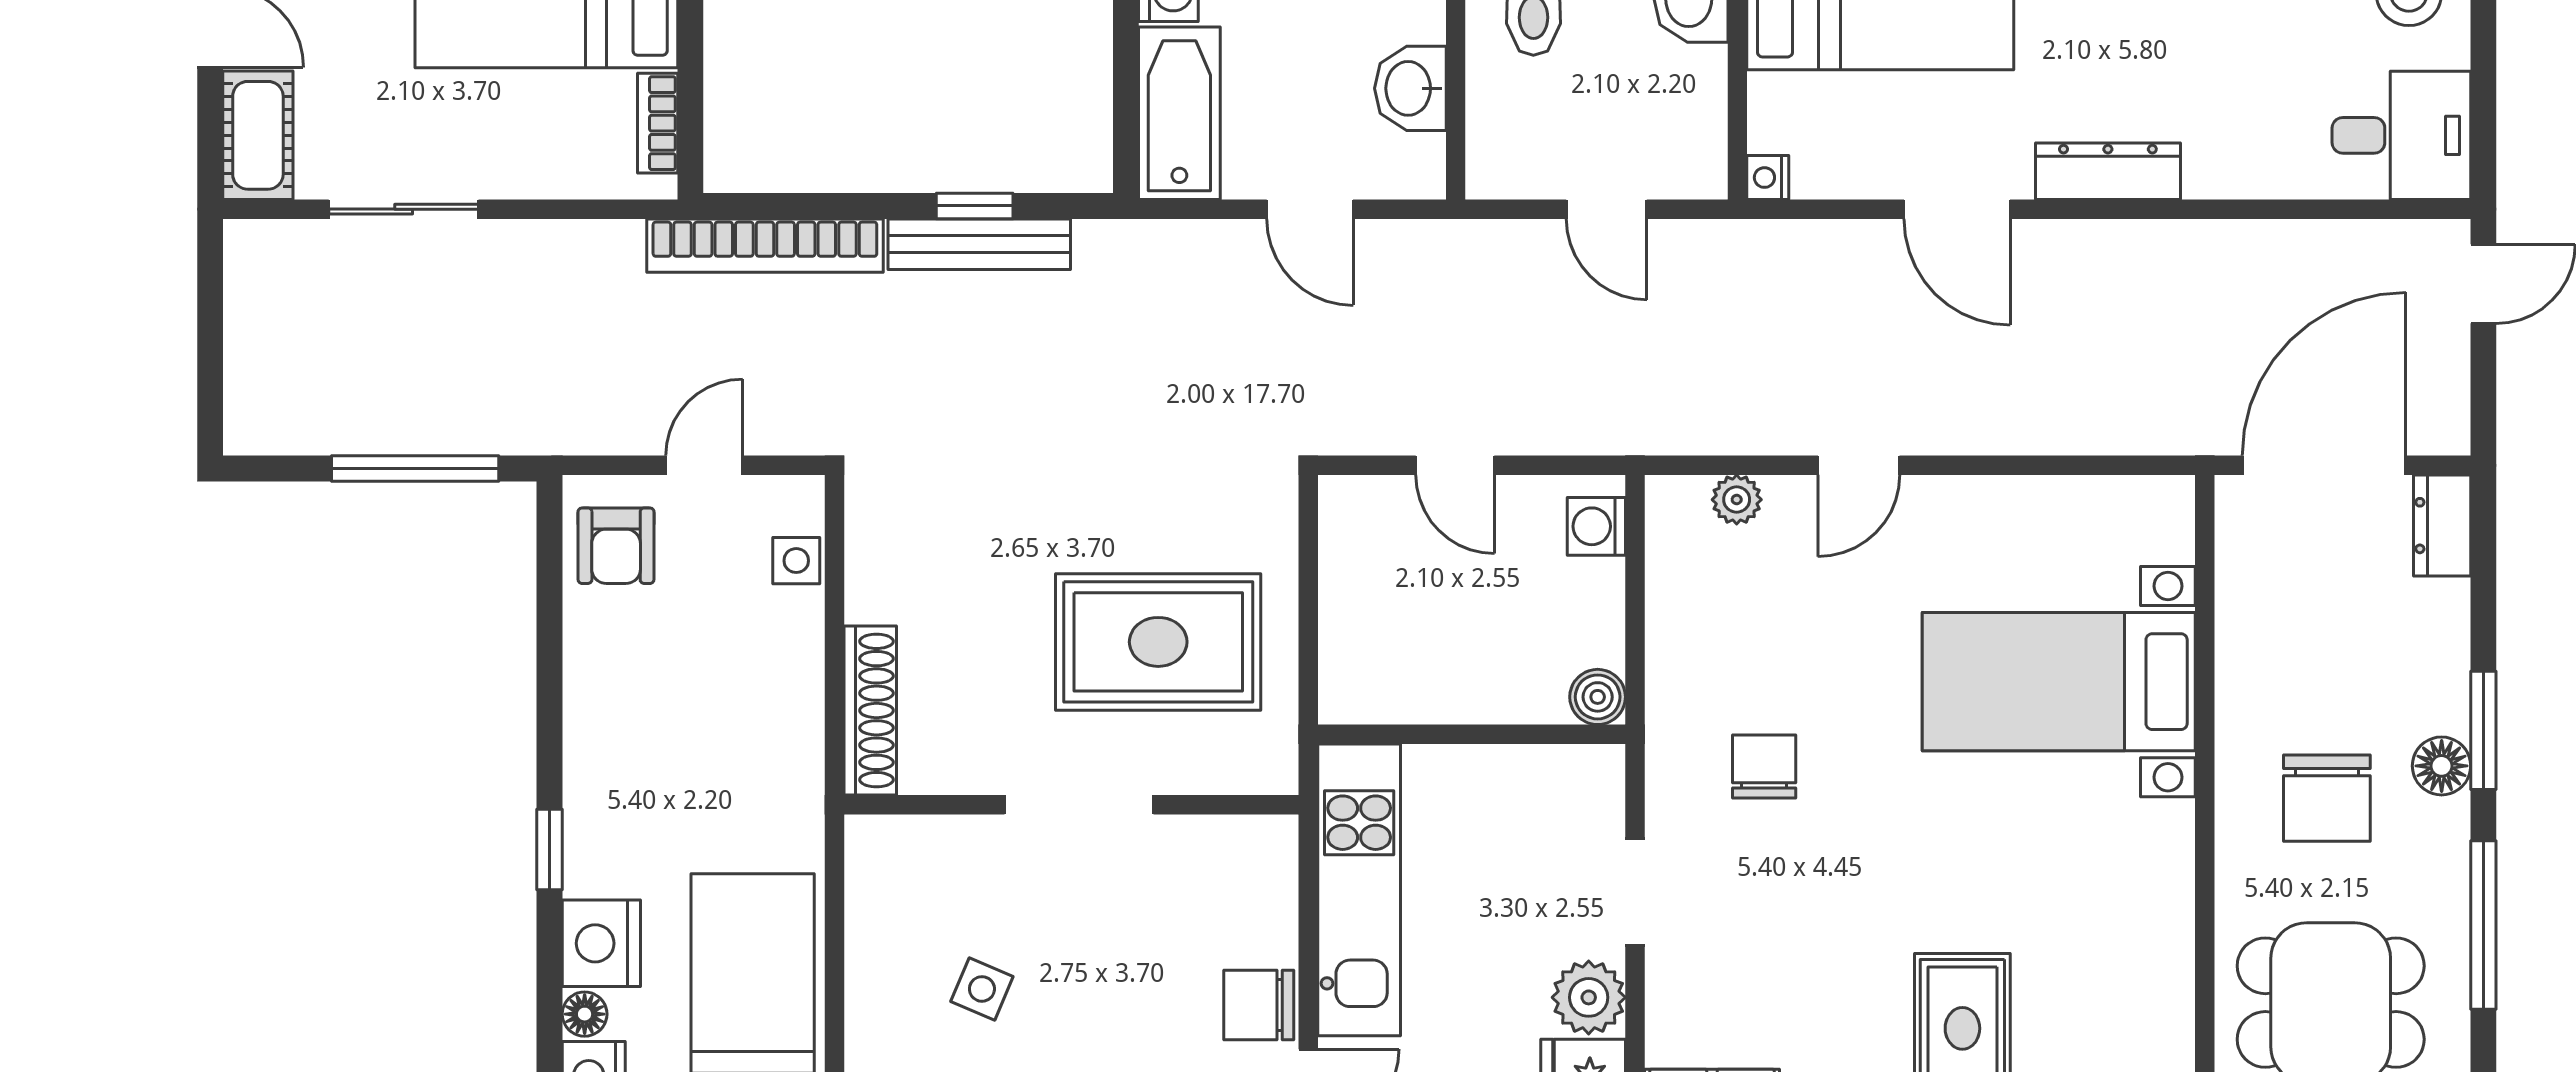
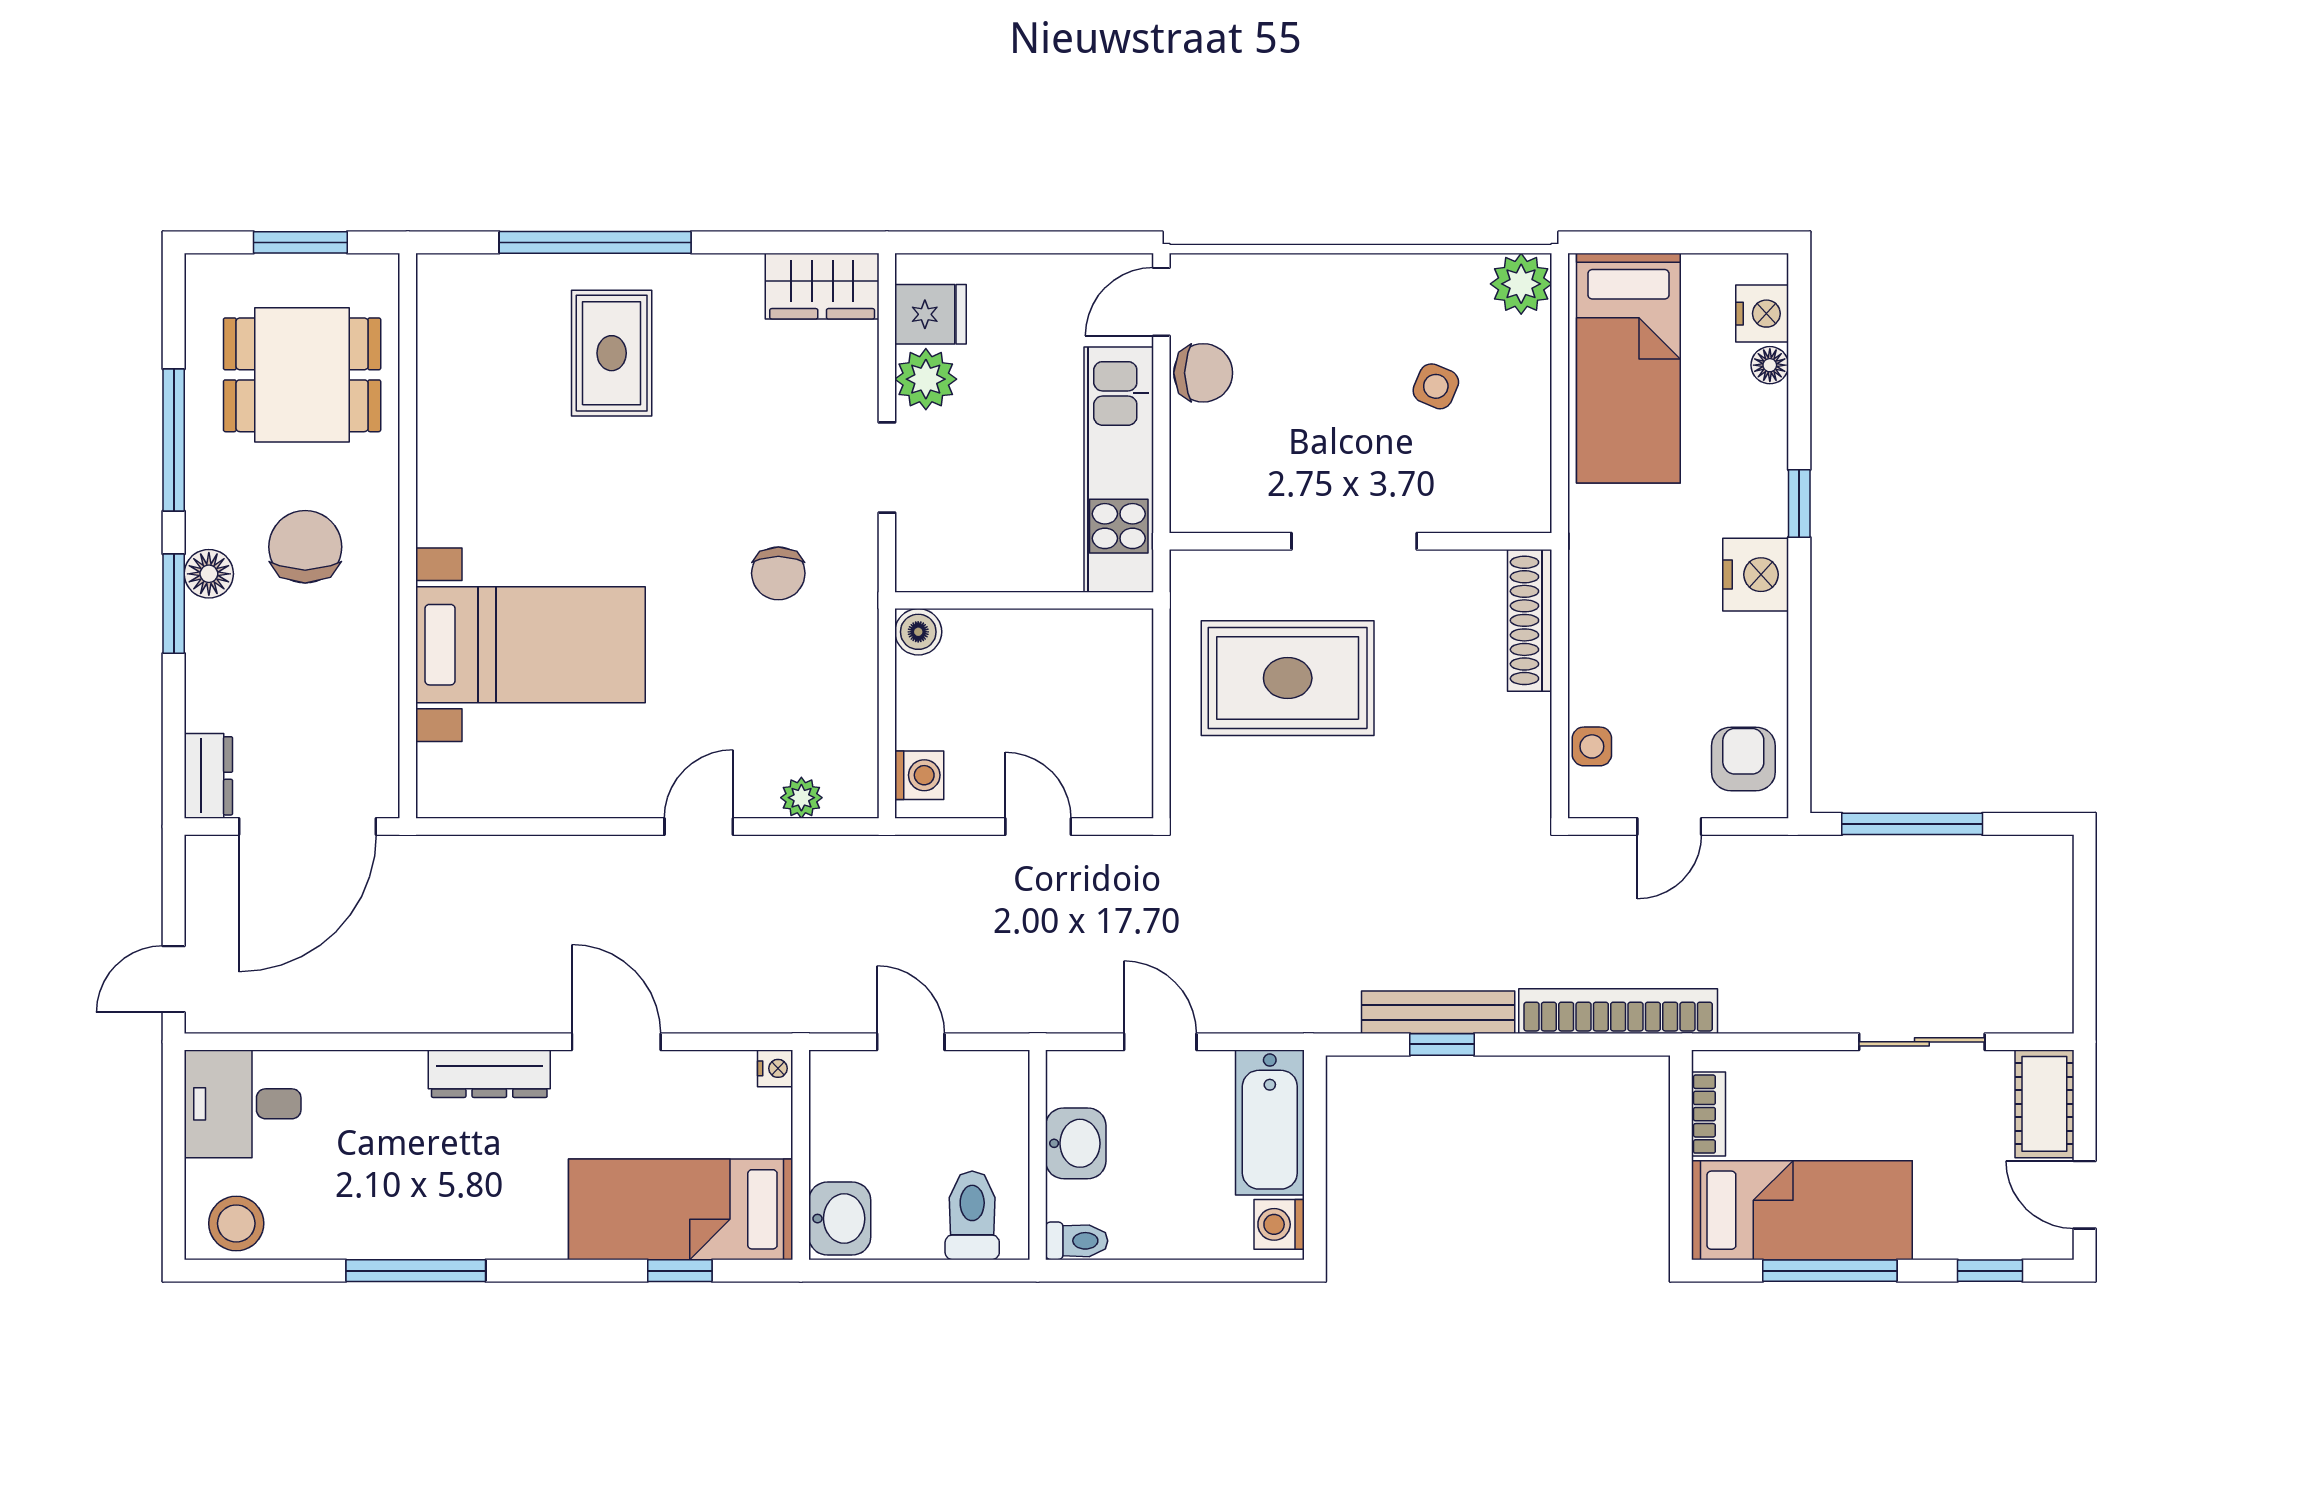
nightstand: (601, 943) -> (1756, 575), moved

